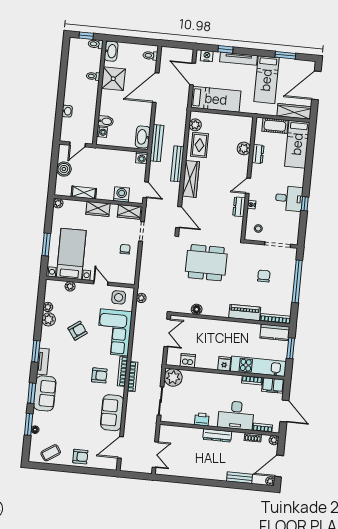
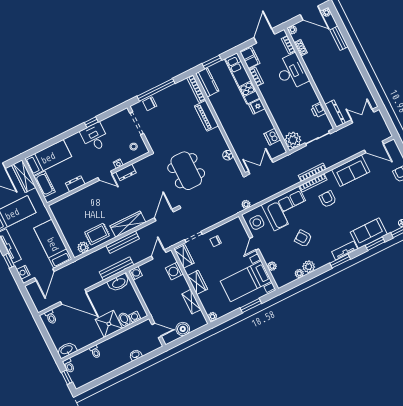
shower: (113, 79) -> (109, 324), moved
plant: (244, 148) -> (78, 197), removed
chair: (264, 276) -> (150, 104), moved
printer: (202, 419) -> (318, 110), moved
dresser: (217, 435) -> (335, 114), moved

